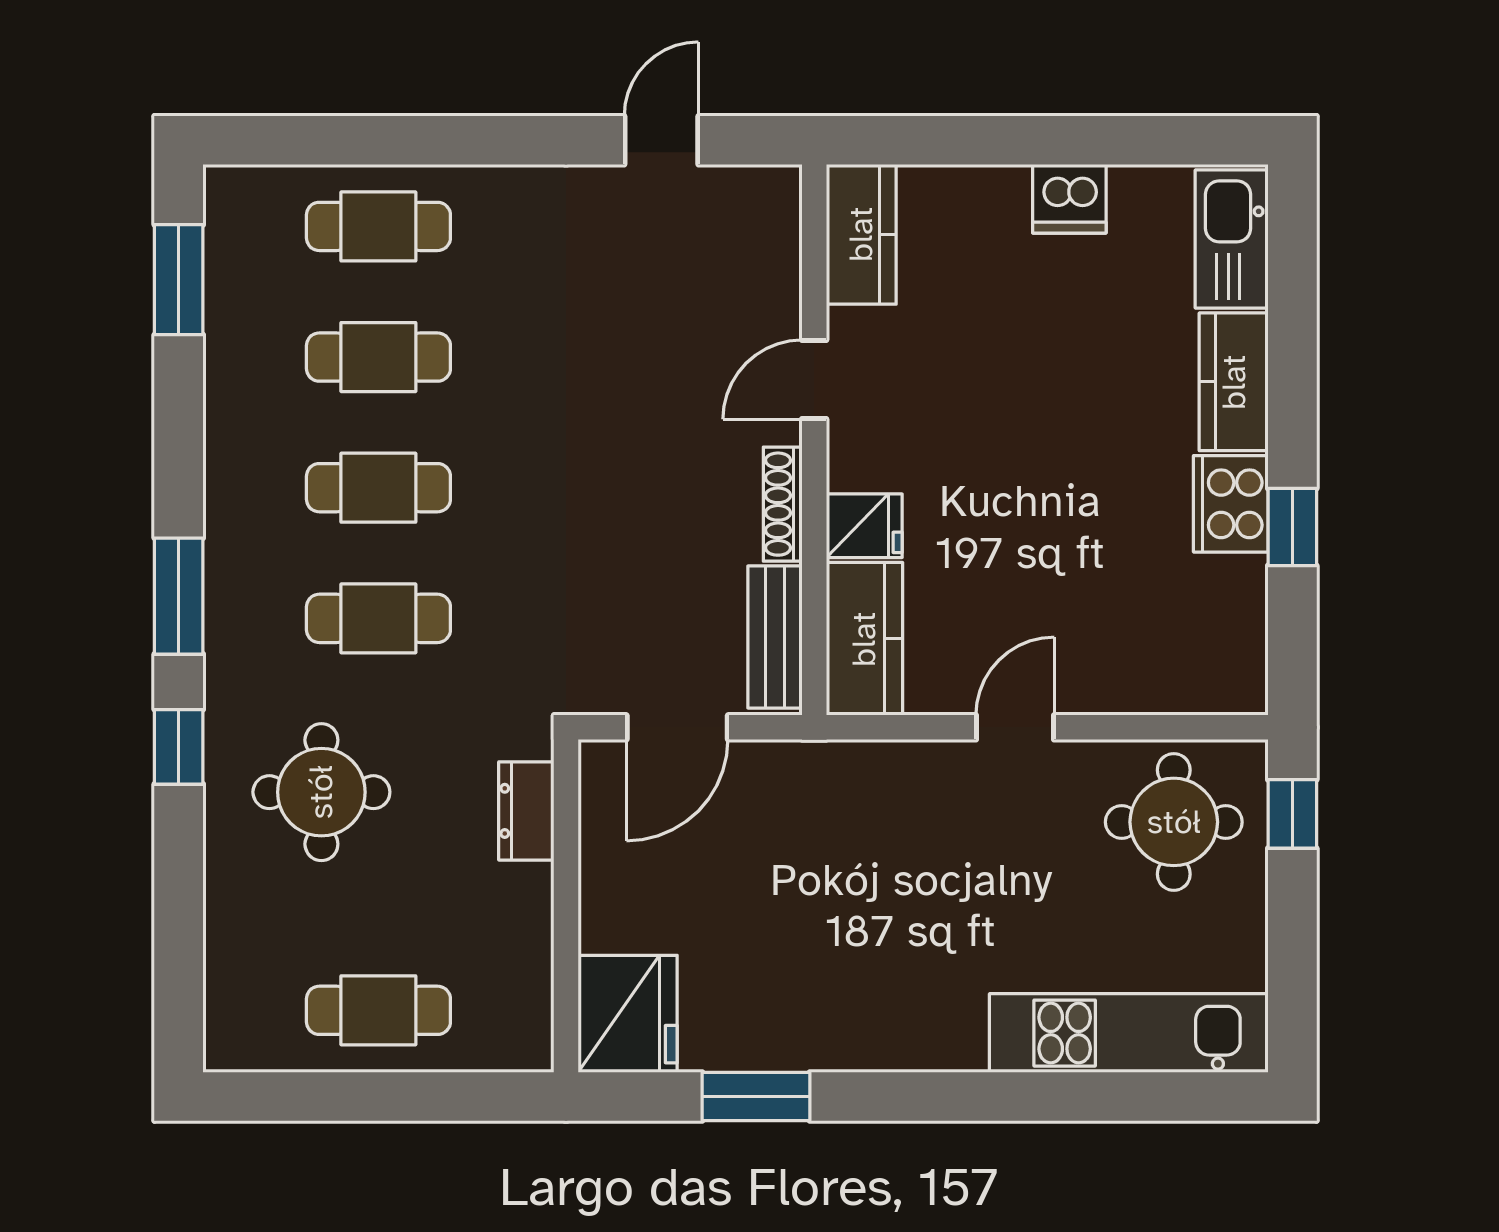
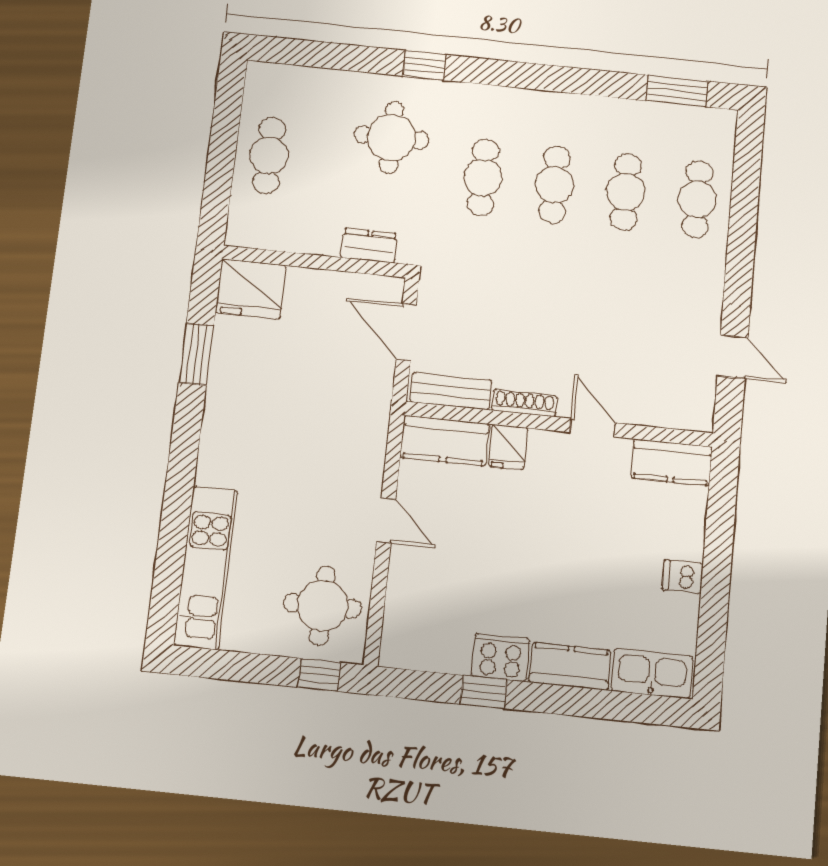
dishwasher: (1069, 199) -> (683, 576), width x0.73
window: (179, 596) -> (506, 74), removed

